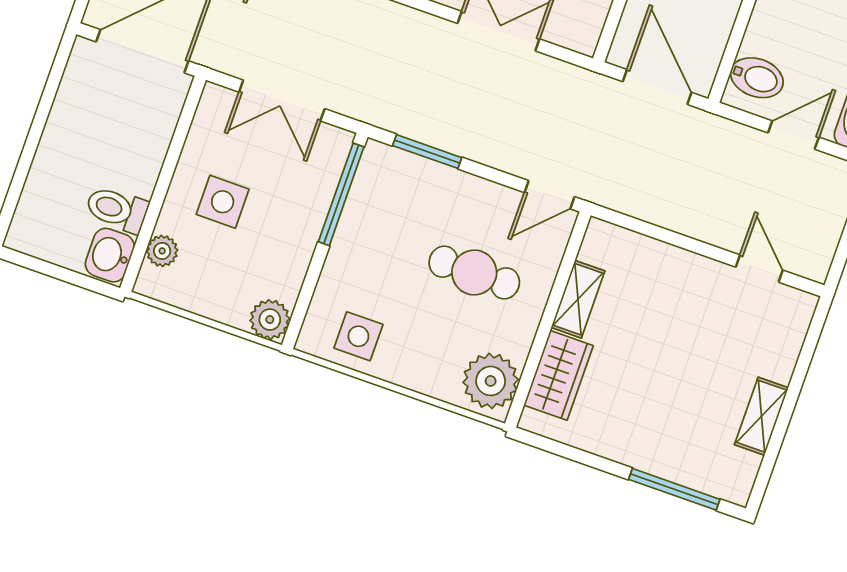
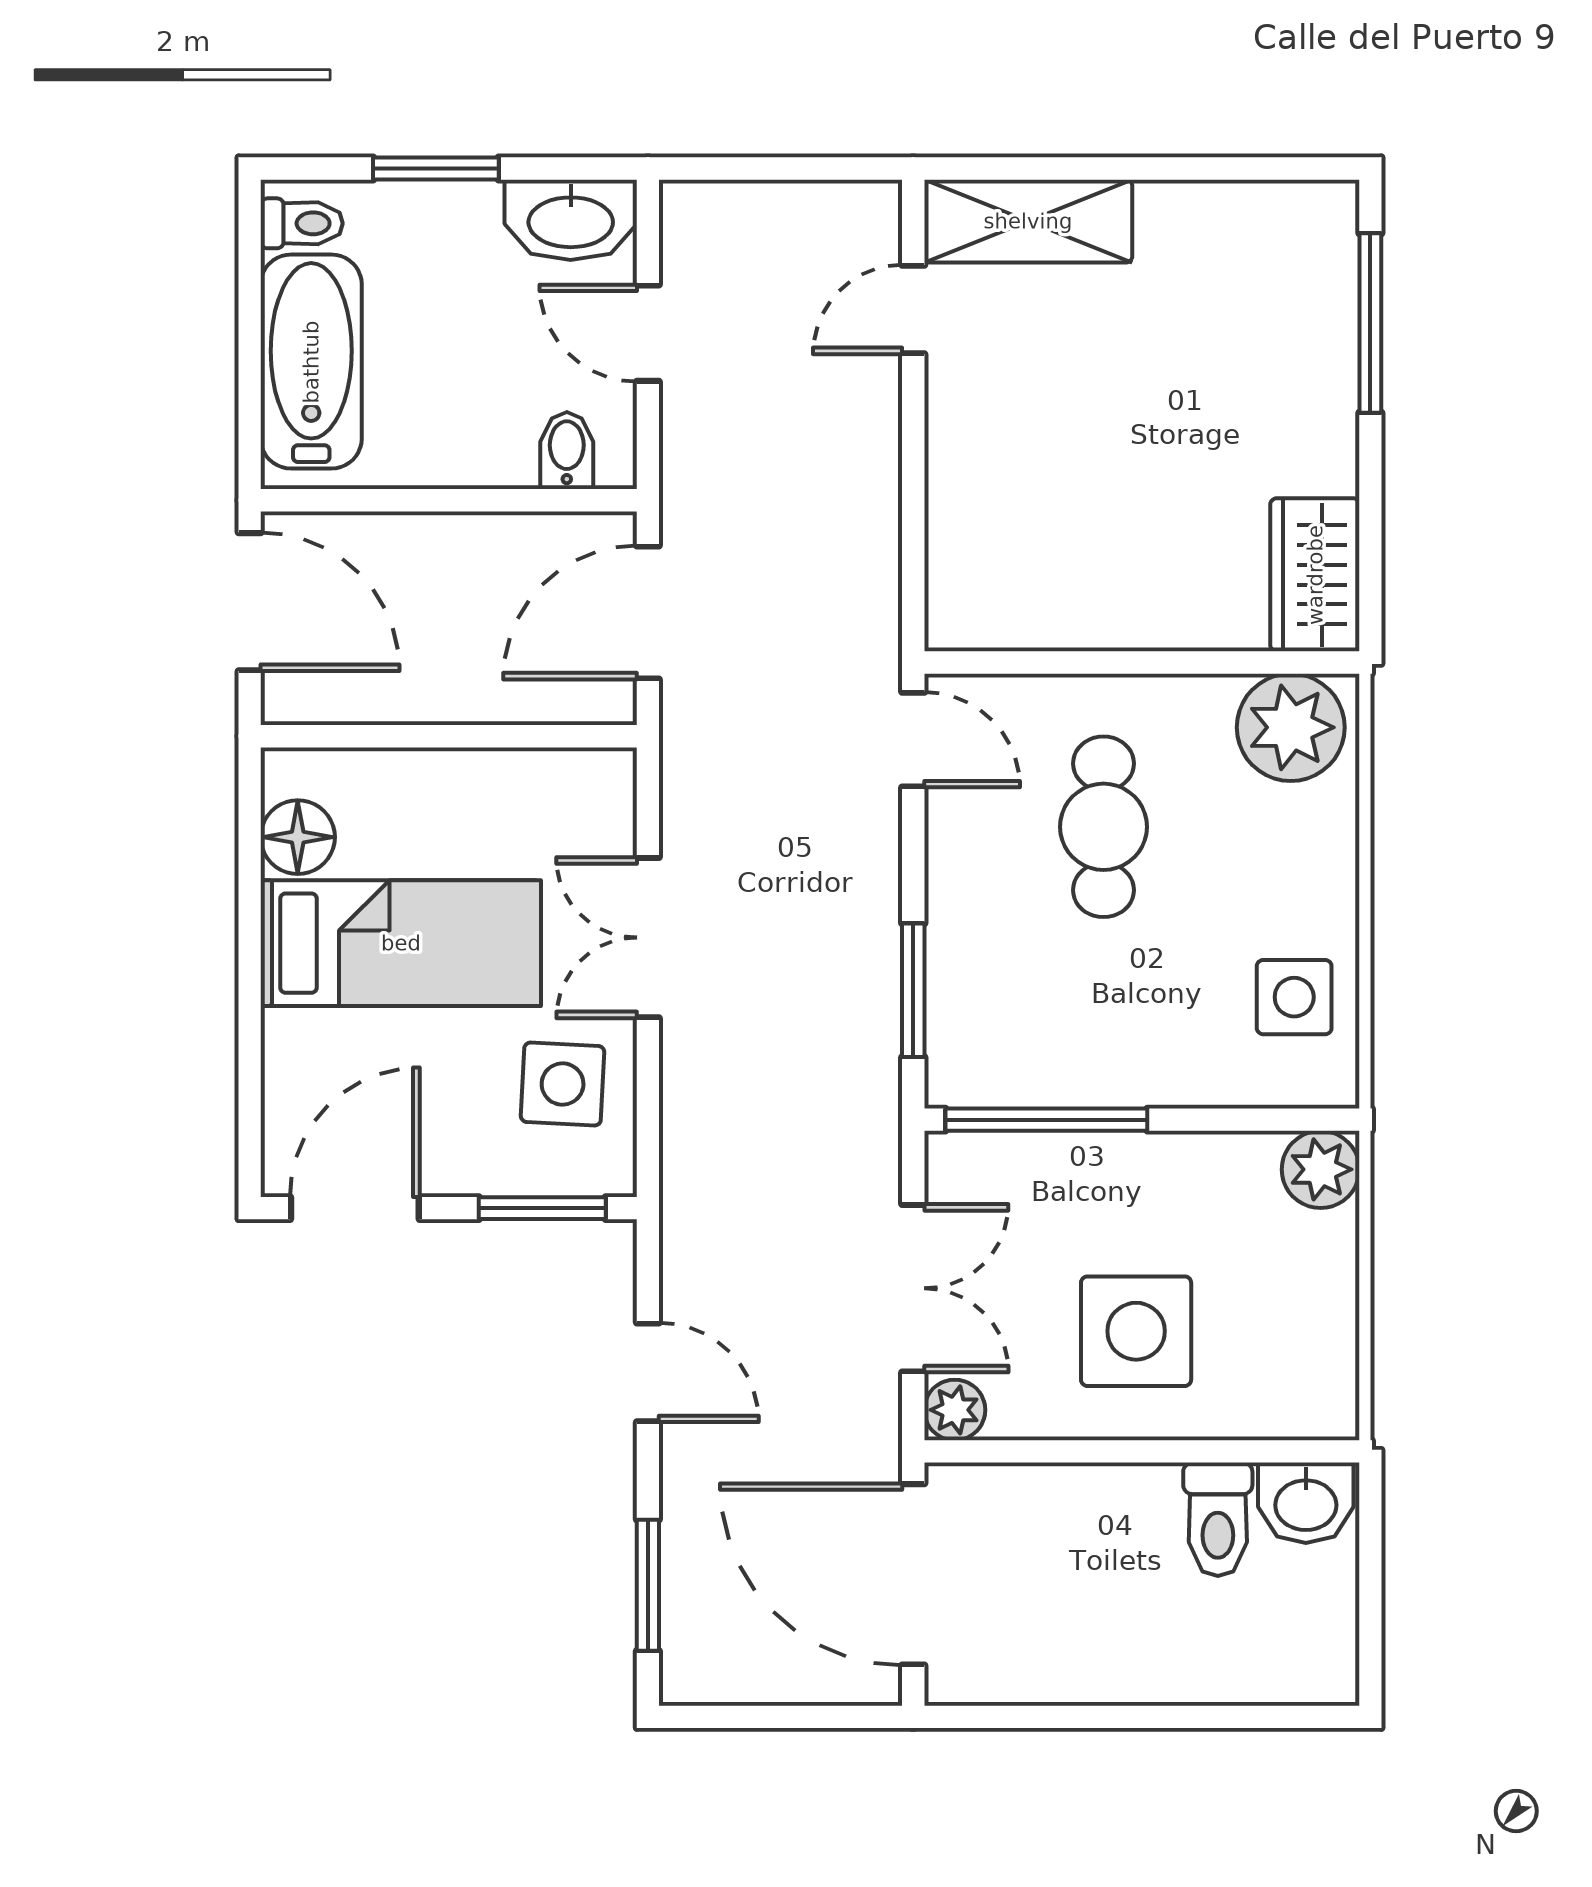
bidet: (757, 78) -> (567, 451), width x0.72, depth x0.74
side table: (223, 202) -> (1136, 1331), width x1.37, depth x1.37
plant: (162, 251) -> (955, 1410), moved
shelving: (578, 299) -> (1086, 620), removed
wardrobe: (559, 375) -> (1315, 575), moved, turned -90
shelving: (762, 416) -> (1028, 221), moved, width x1.50, depth x1.33

